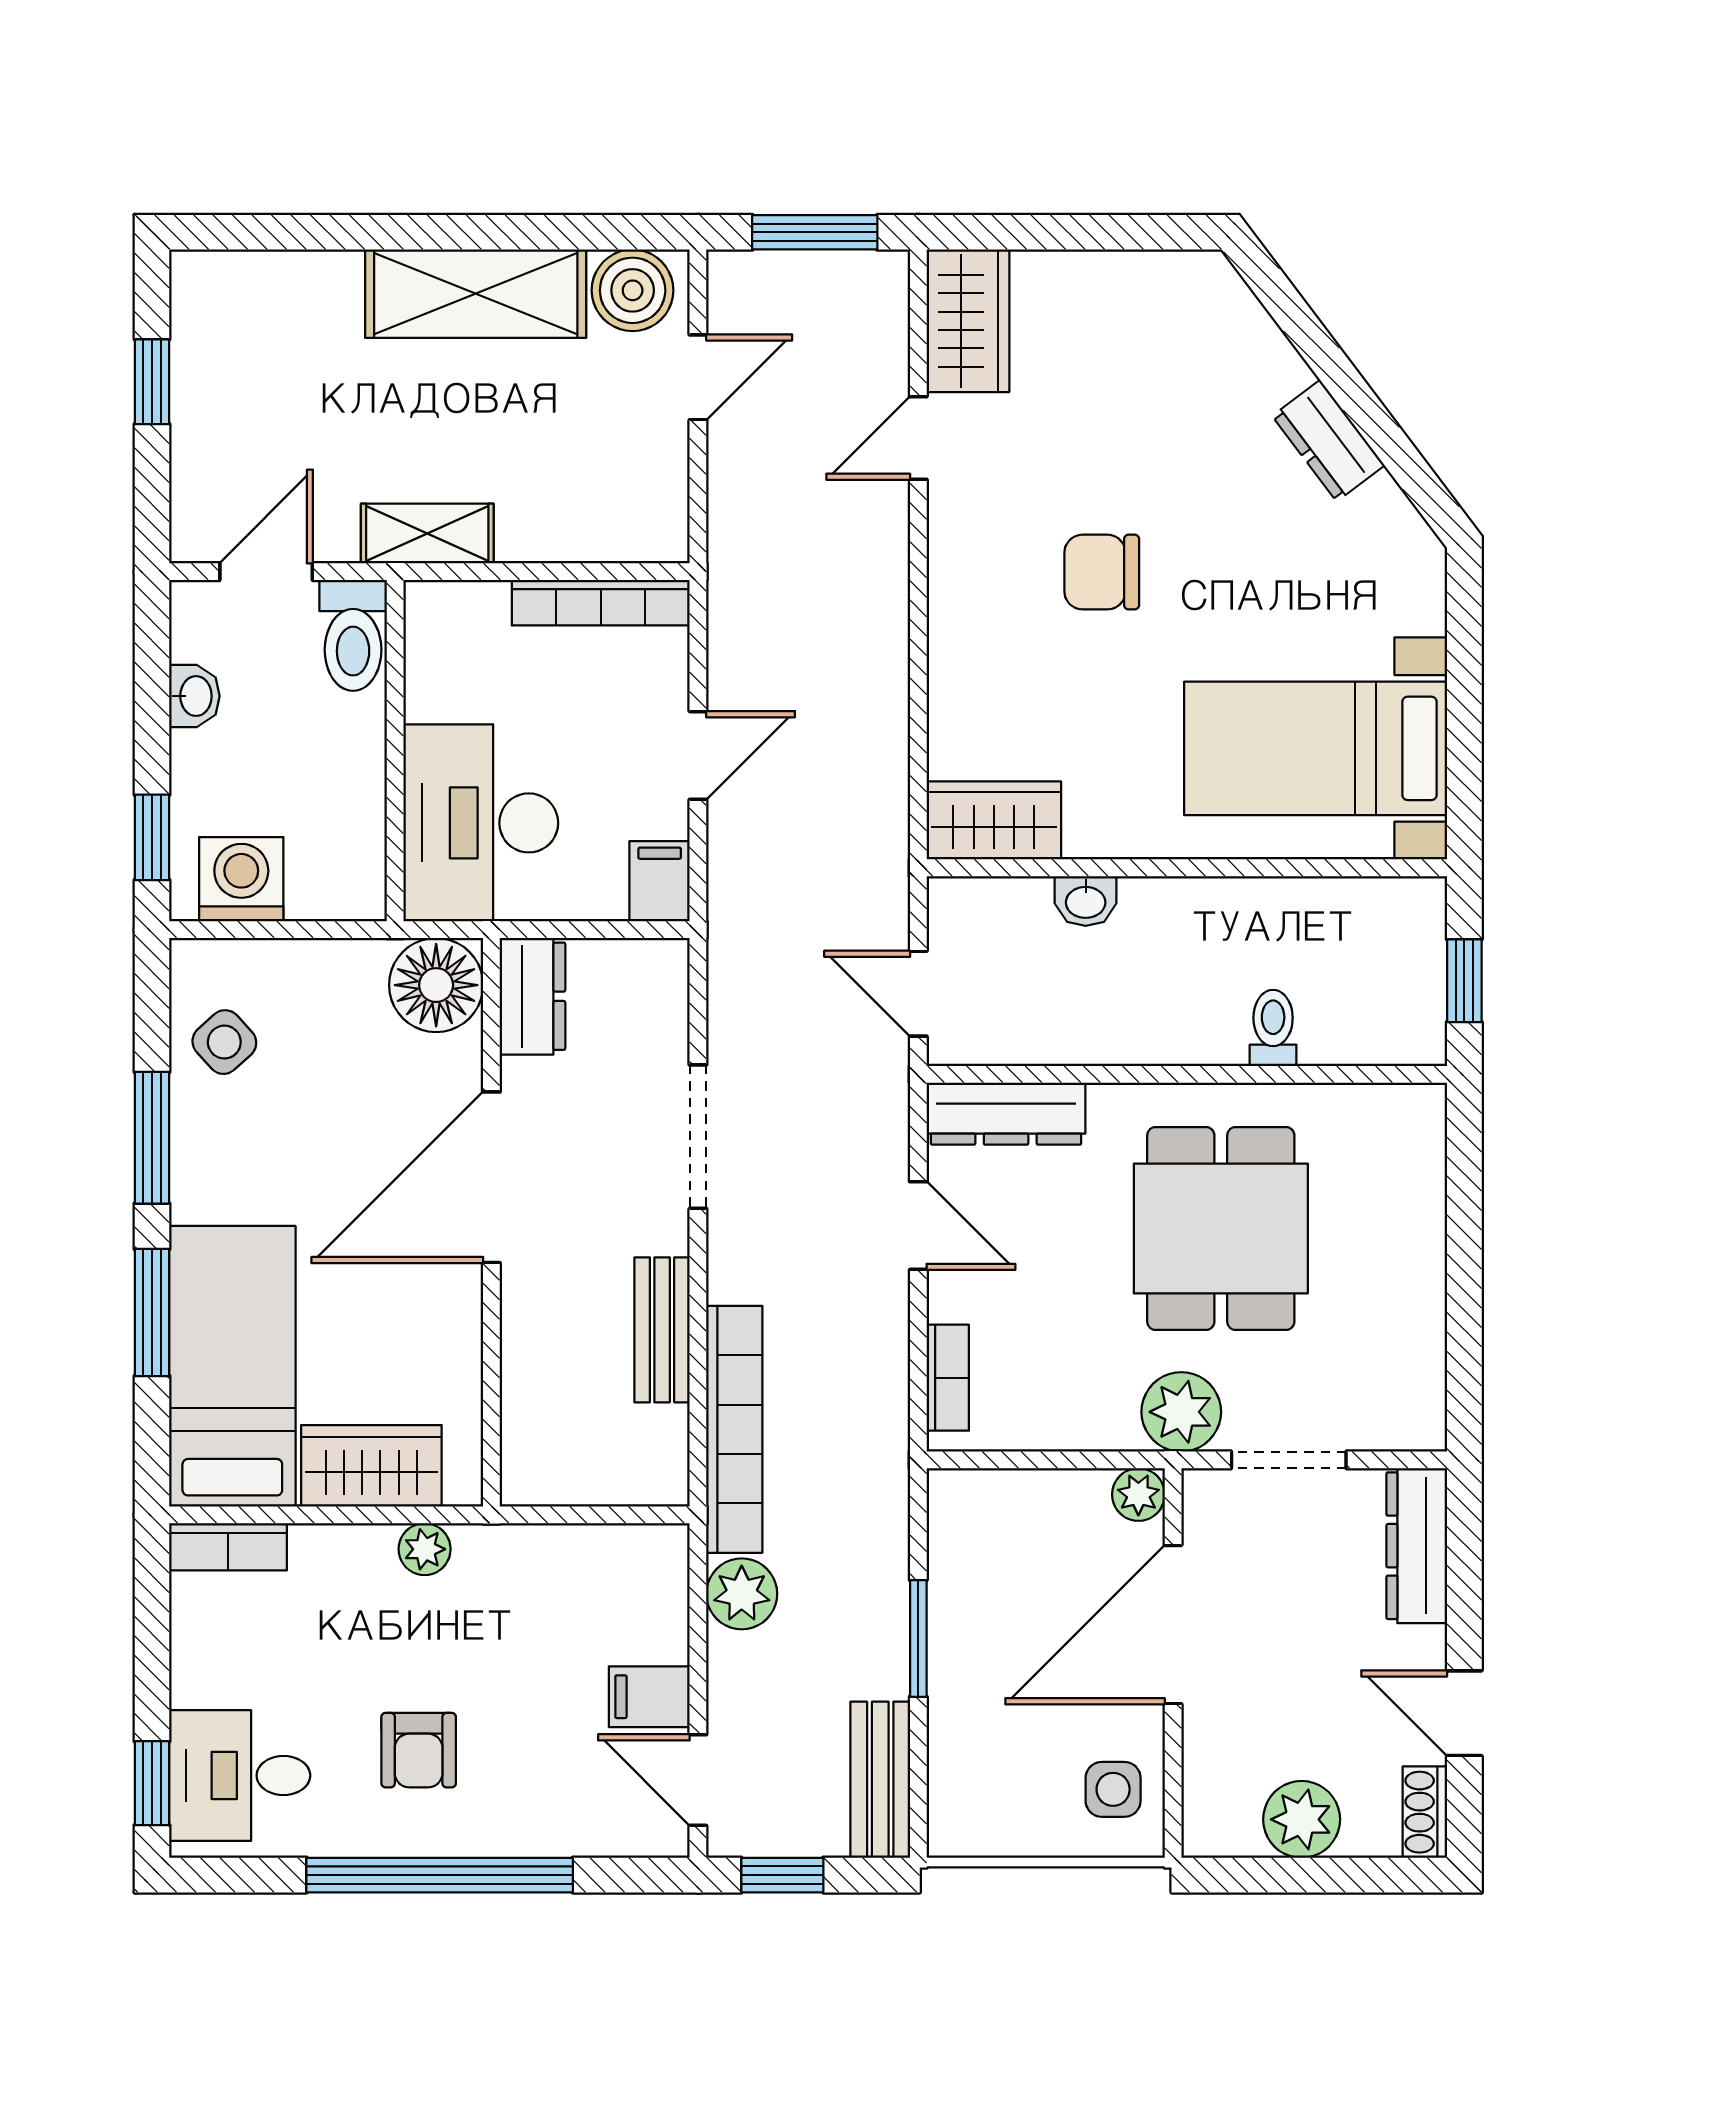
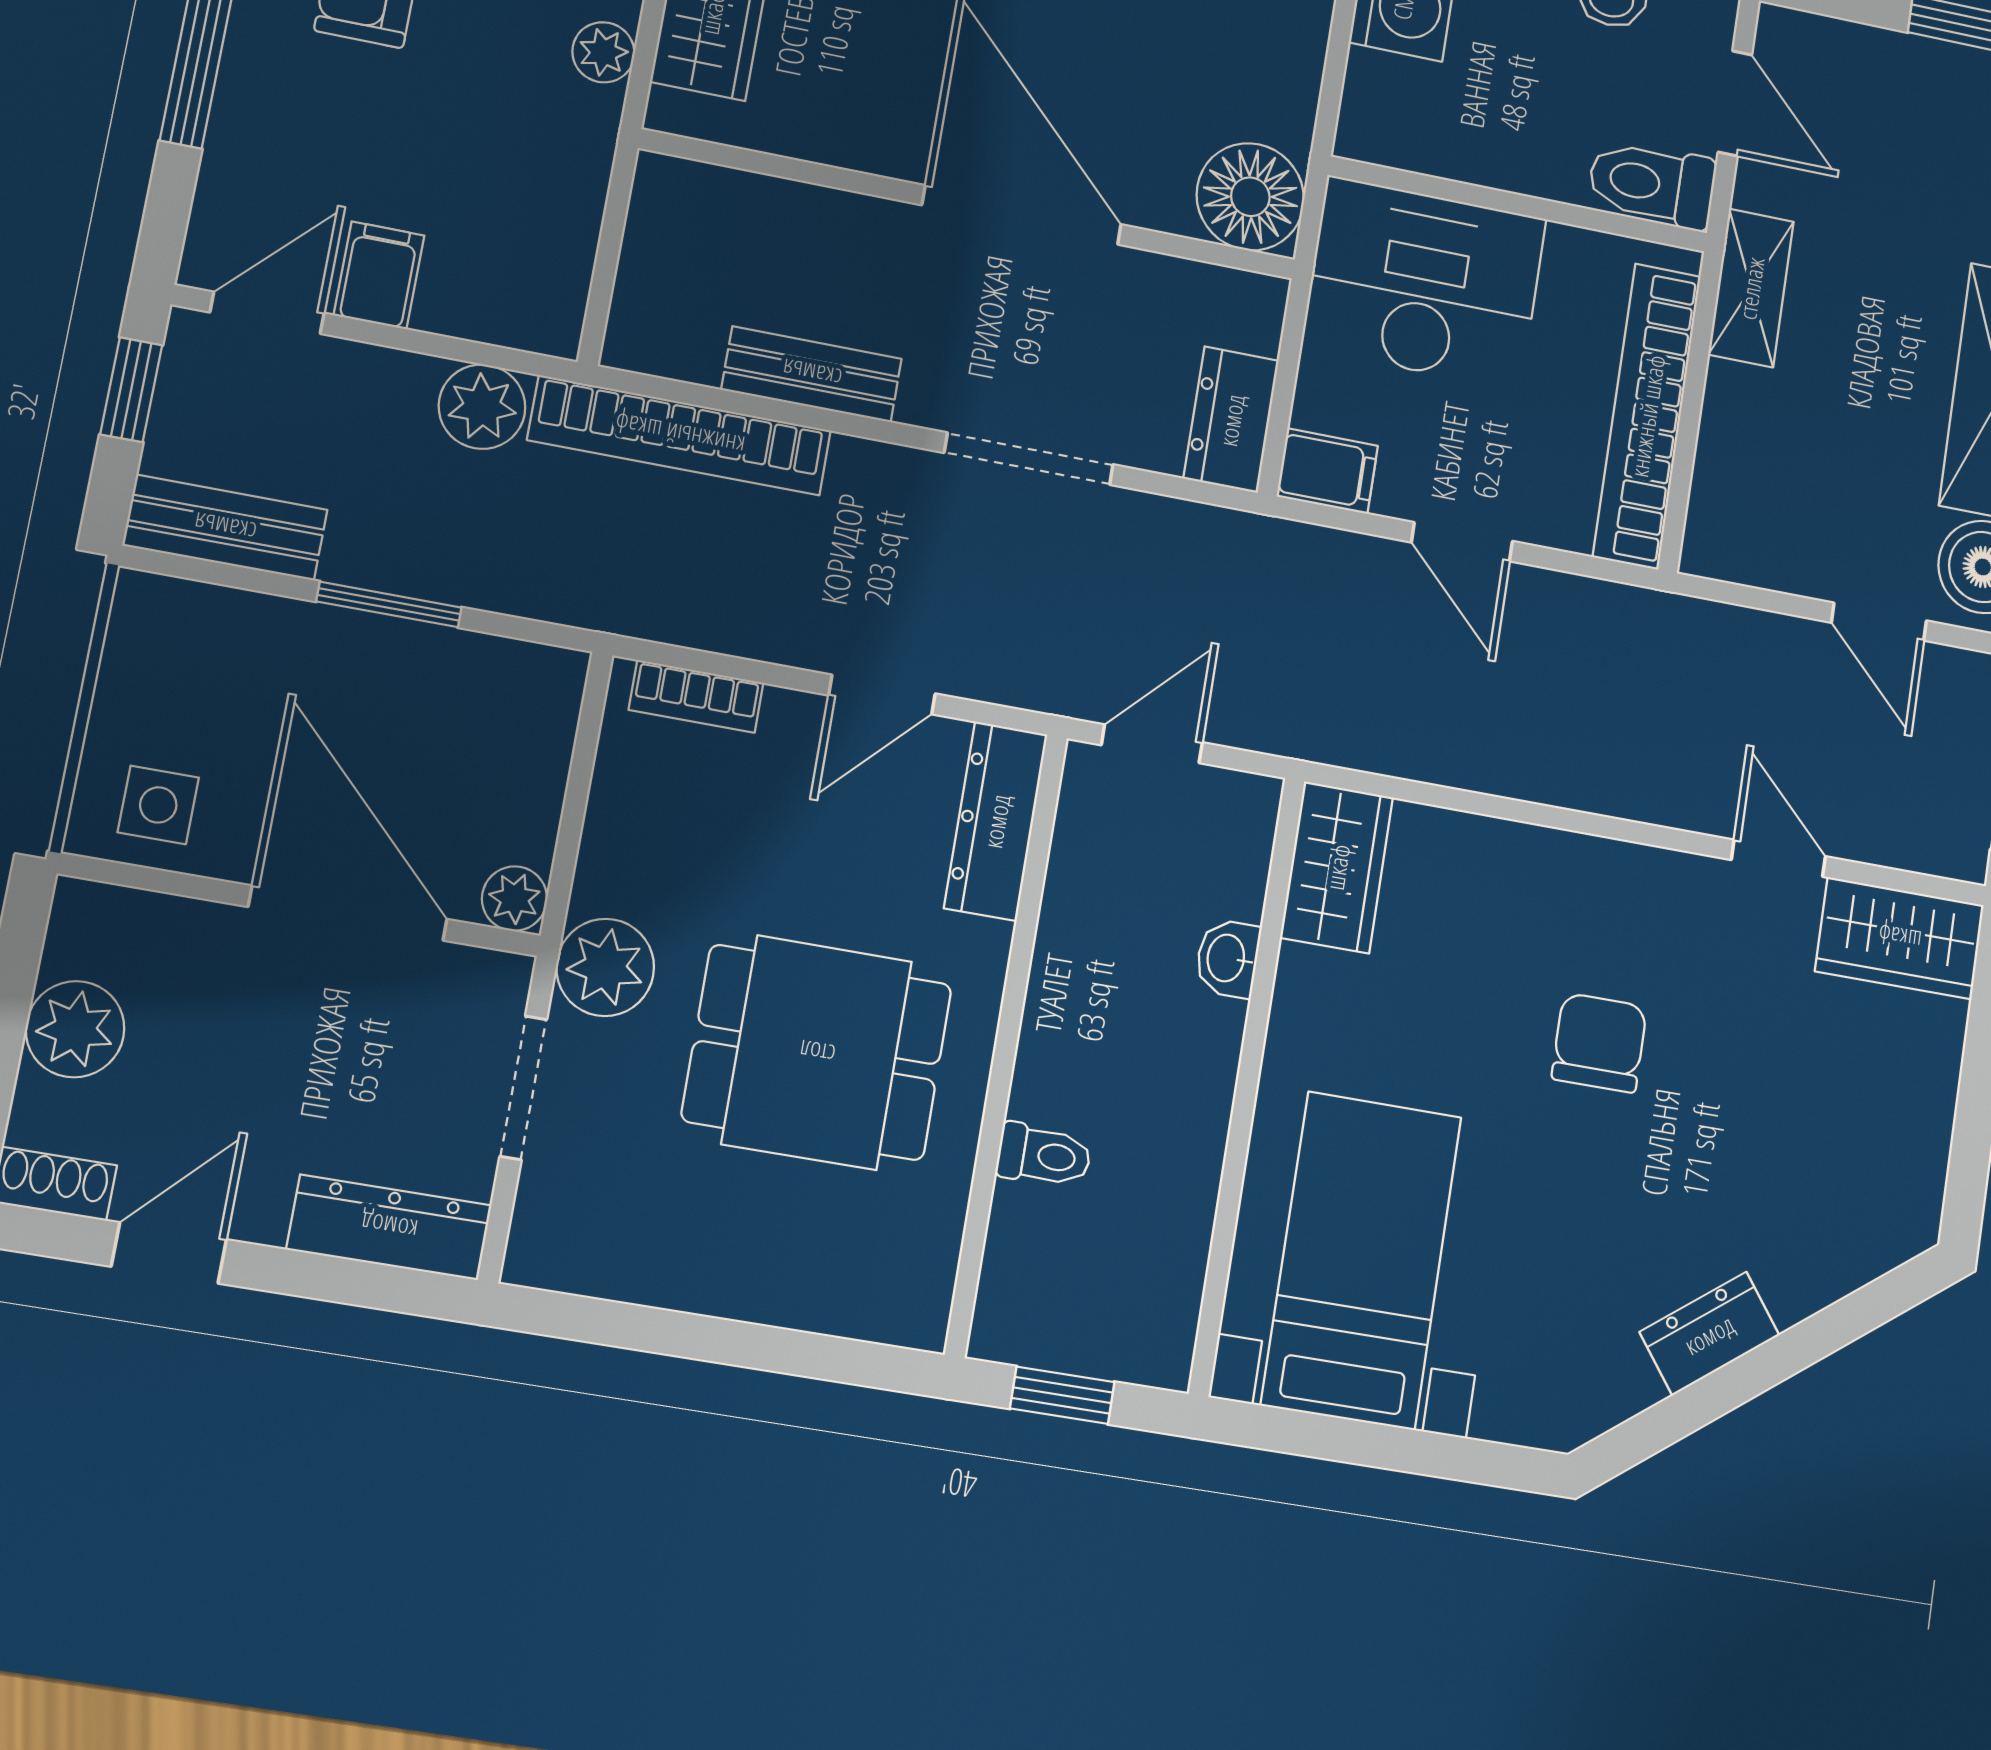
bookcase: (601, 603) -> (1647, 416), width x1.48, depth x1.31
dresser: (532, 996) -> (1231, 420), moved, turned 90

